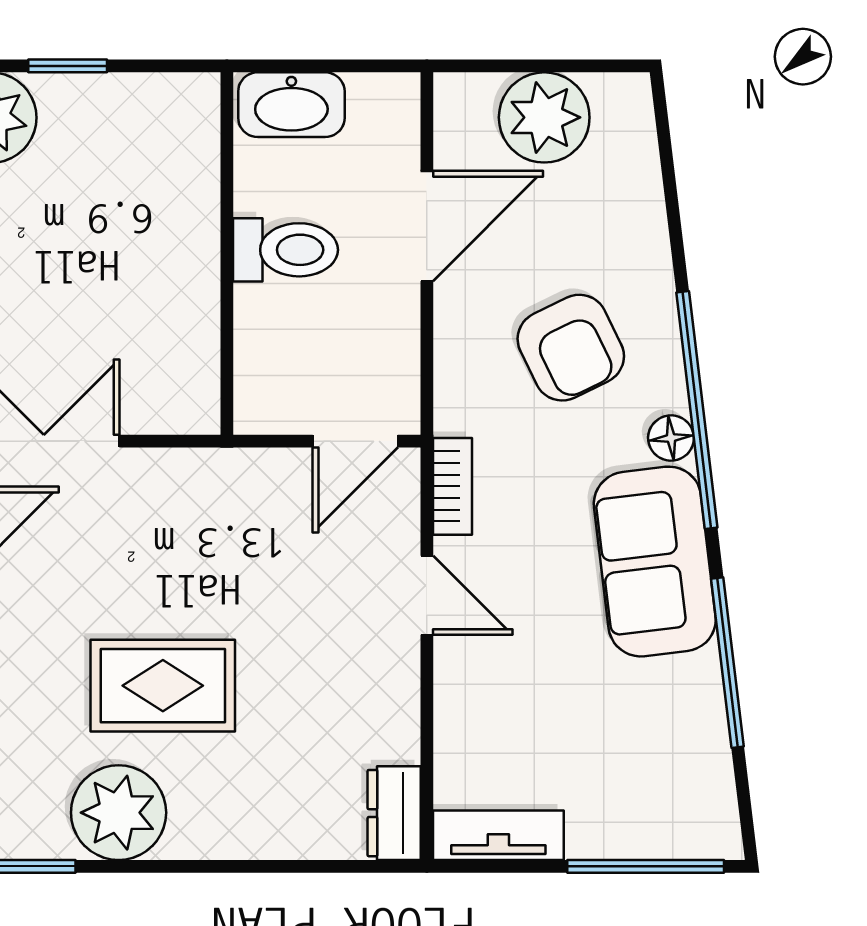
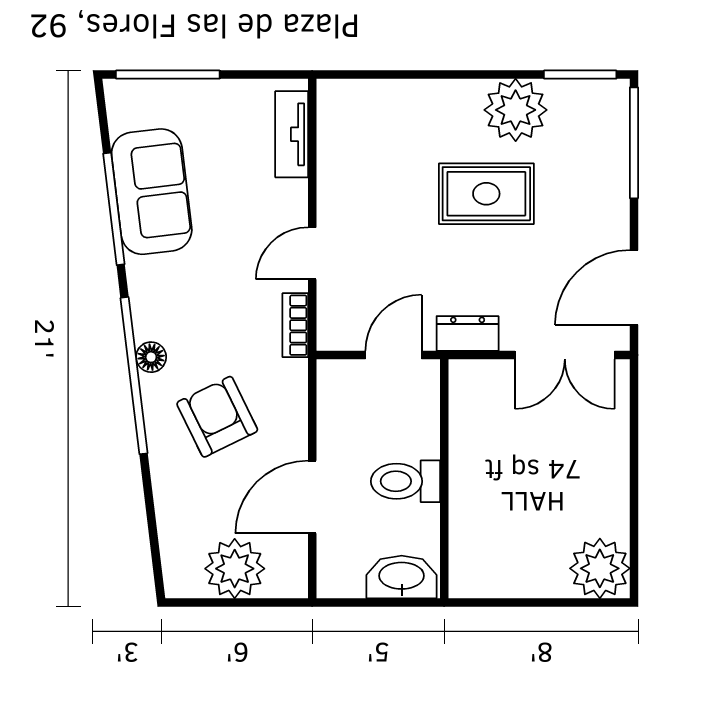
window: (68, 66) -> (549, 603), removed
door: (355, 441) -> (393, 355), moved
sofa: (655, 562) -> (152, 192), moved
door: (427, 595) -> (312, 253), hinge flipped
dresser: (394, 813) -> (468, 333), moved, turned -90
tv unit: (498, 835) -> (292, 134), moved, turned 90

